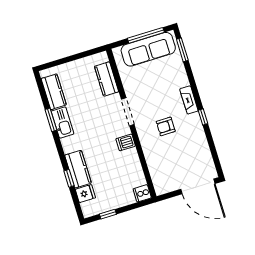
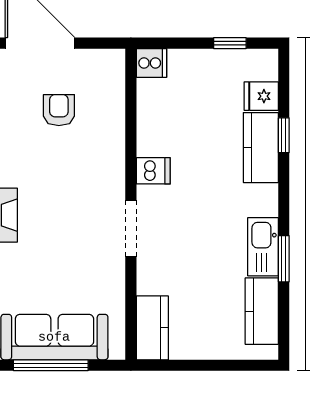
kitchen counter: (107, 79) -> (152, 328), moved
armchair: (166, 126) -> (59, 110), moved, turned -90

